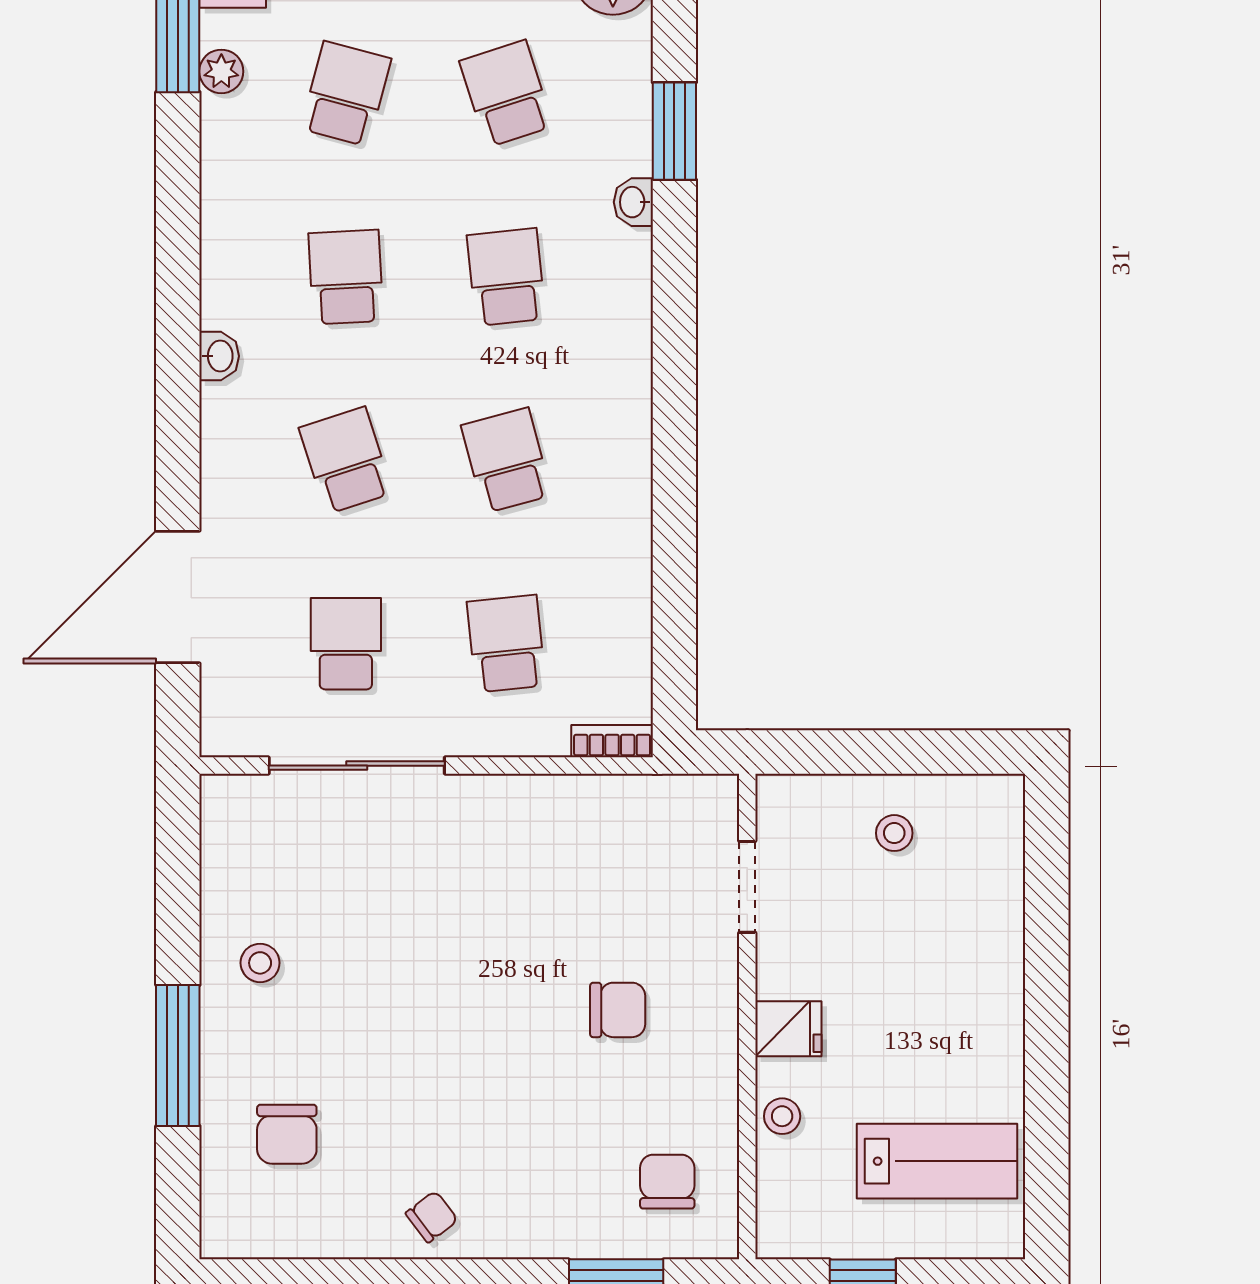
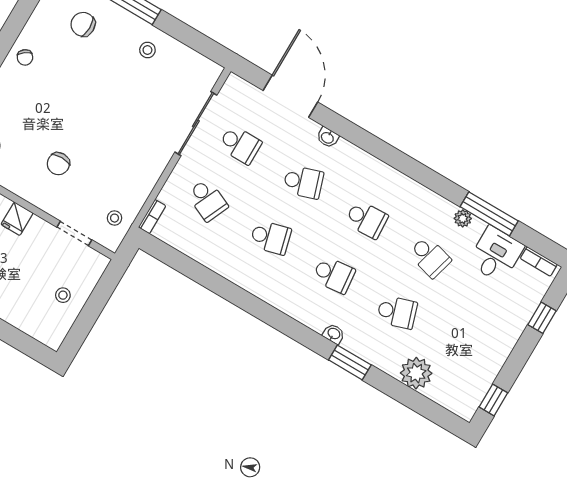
washbasin: (219, 356) -> (328, 137), moved
school desk: (506, 644) -> (207, 200), turned 30
stool: (663, 820) -> (115, 218), added

